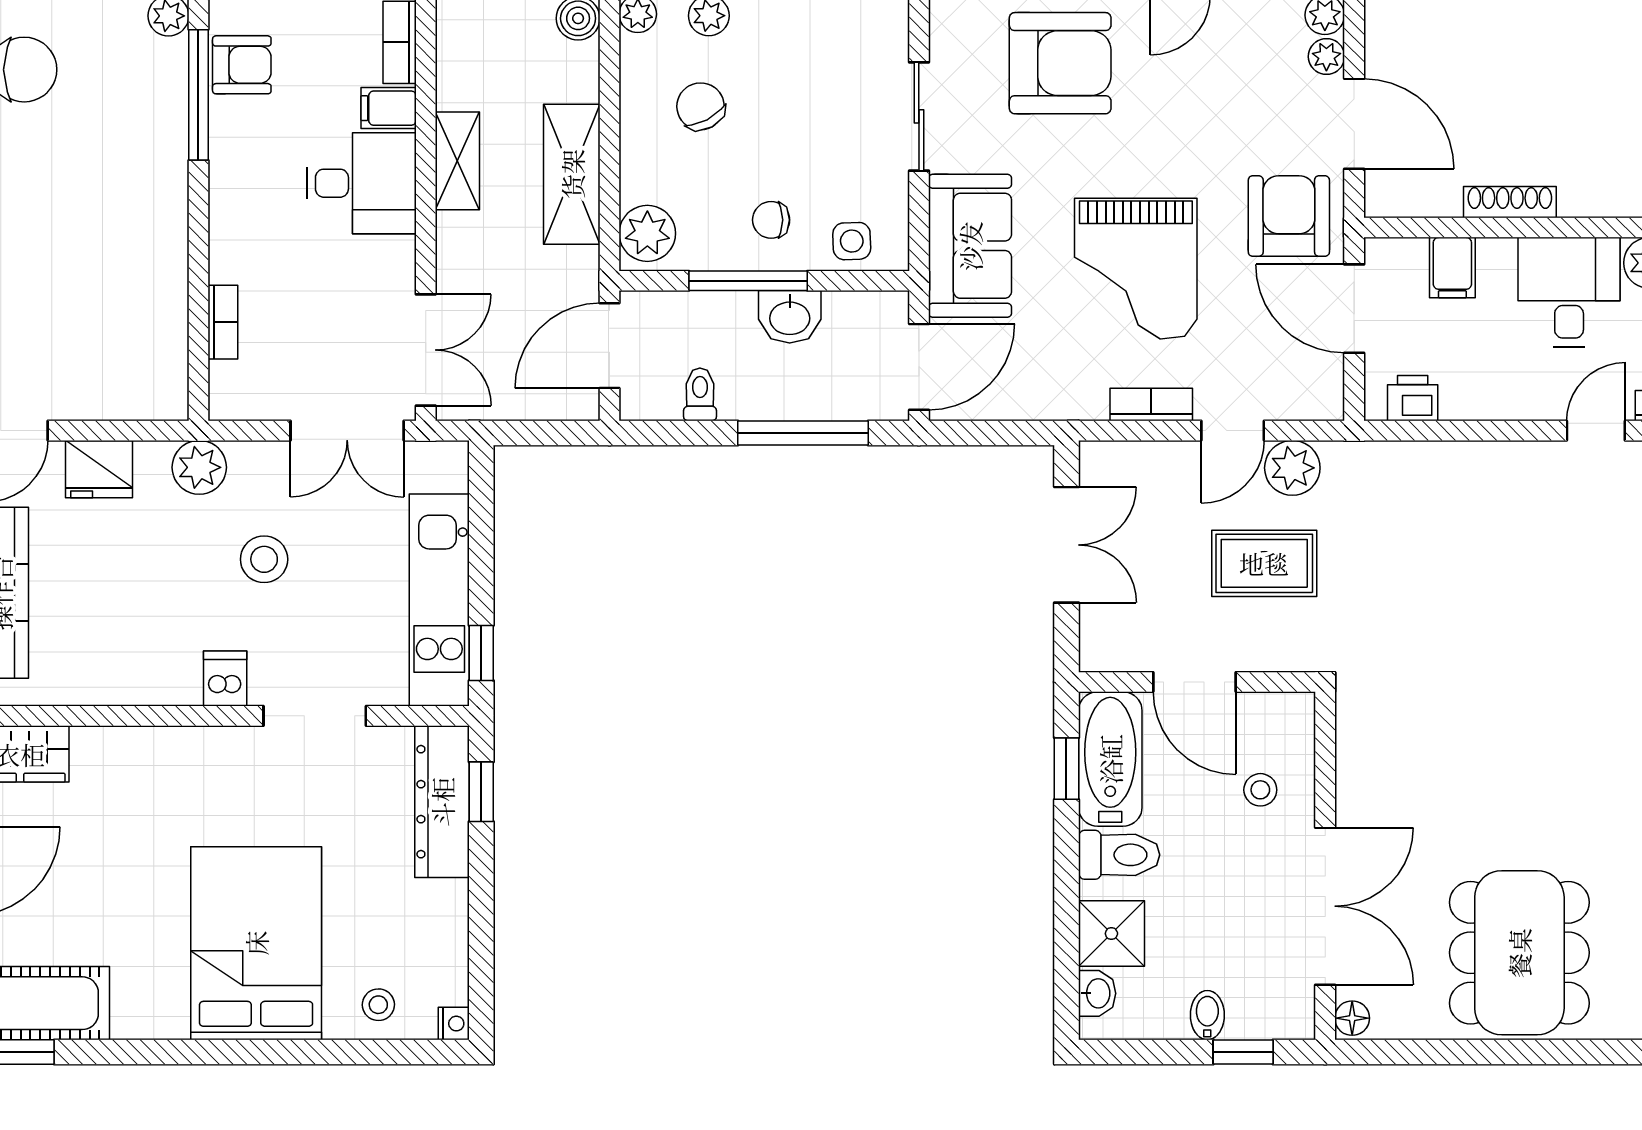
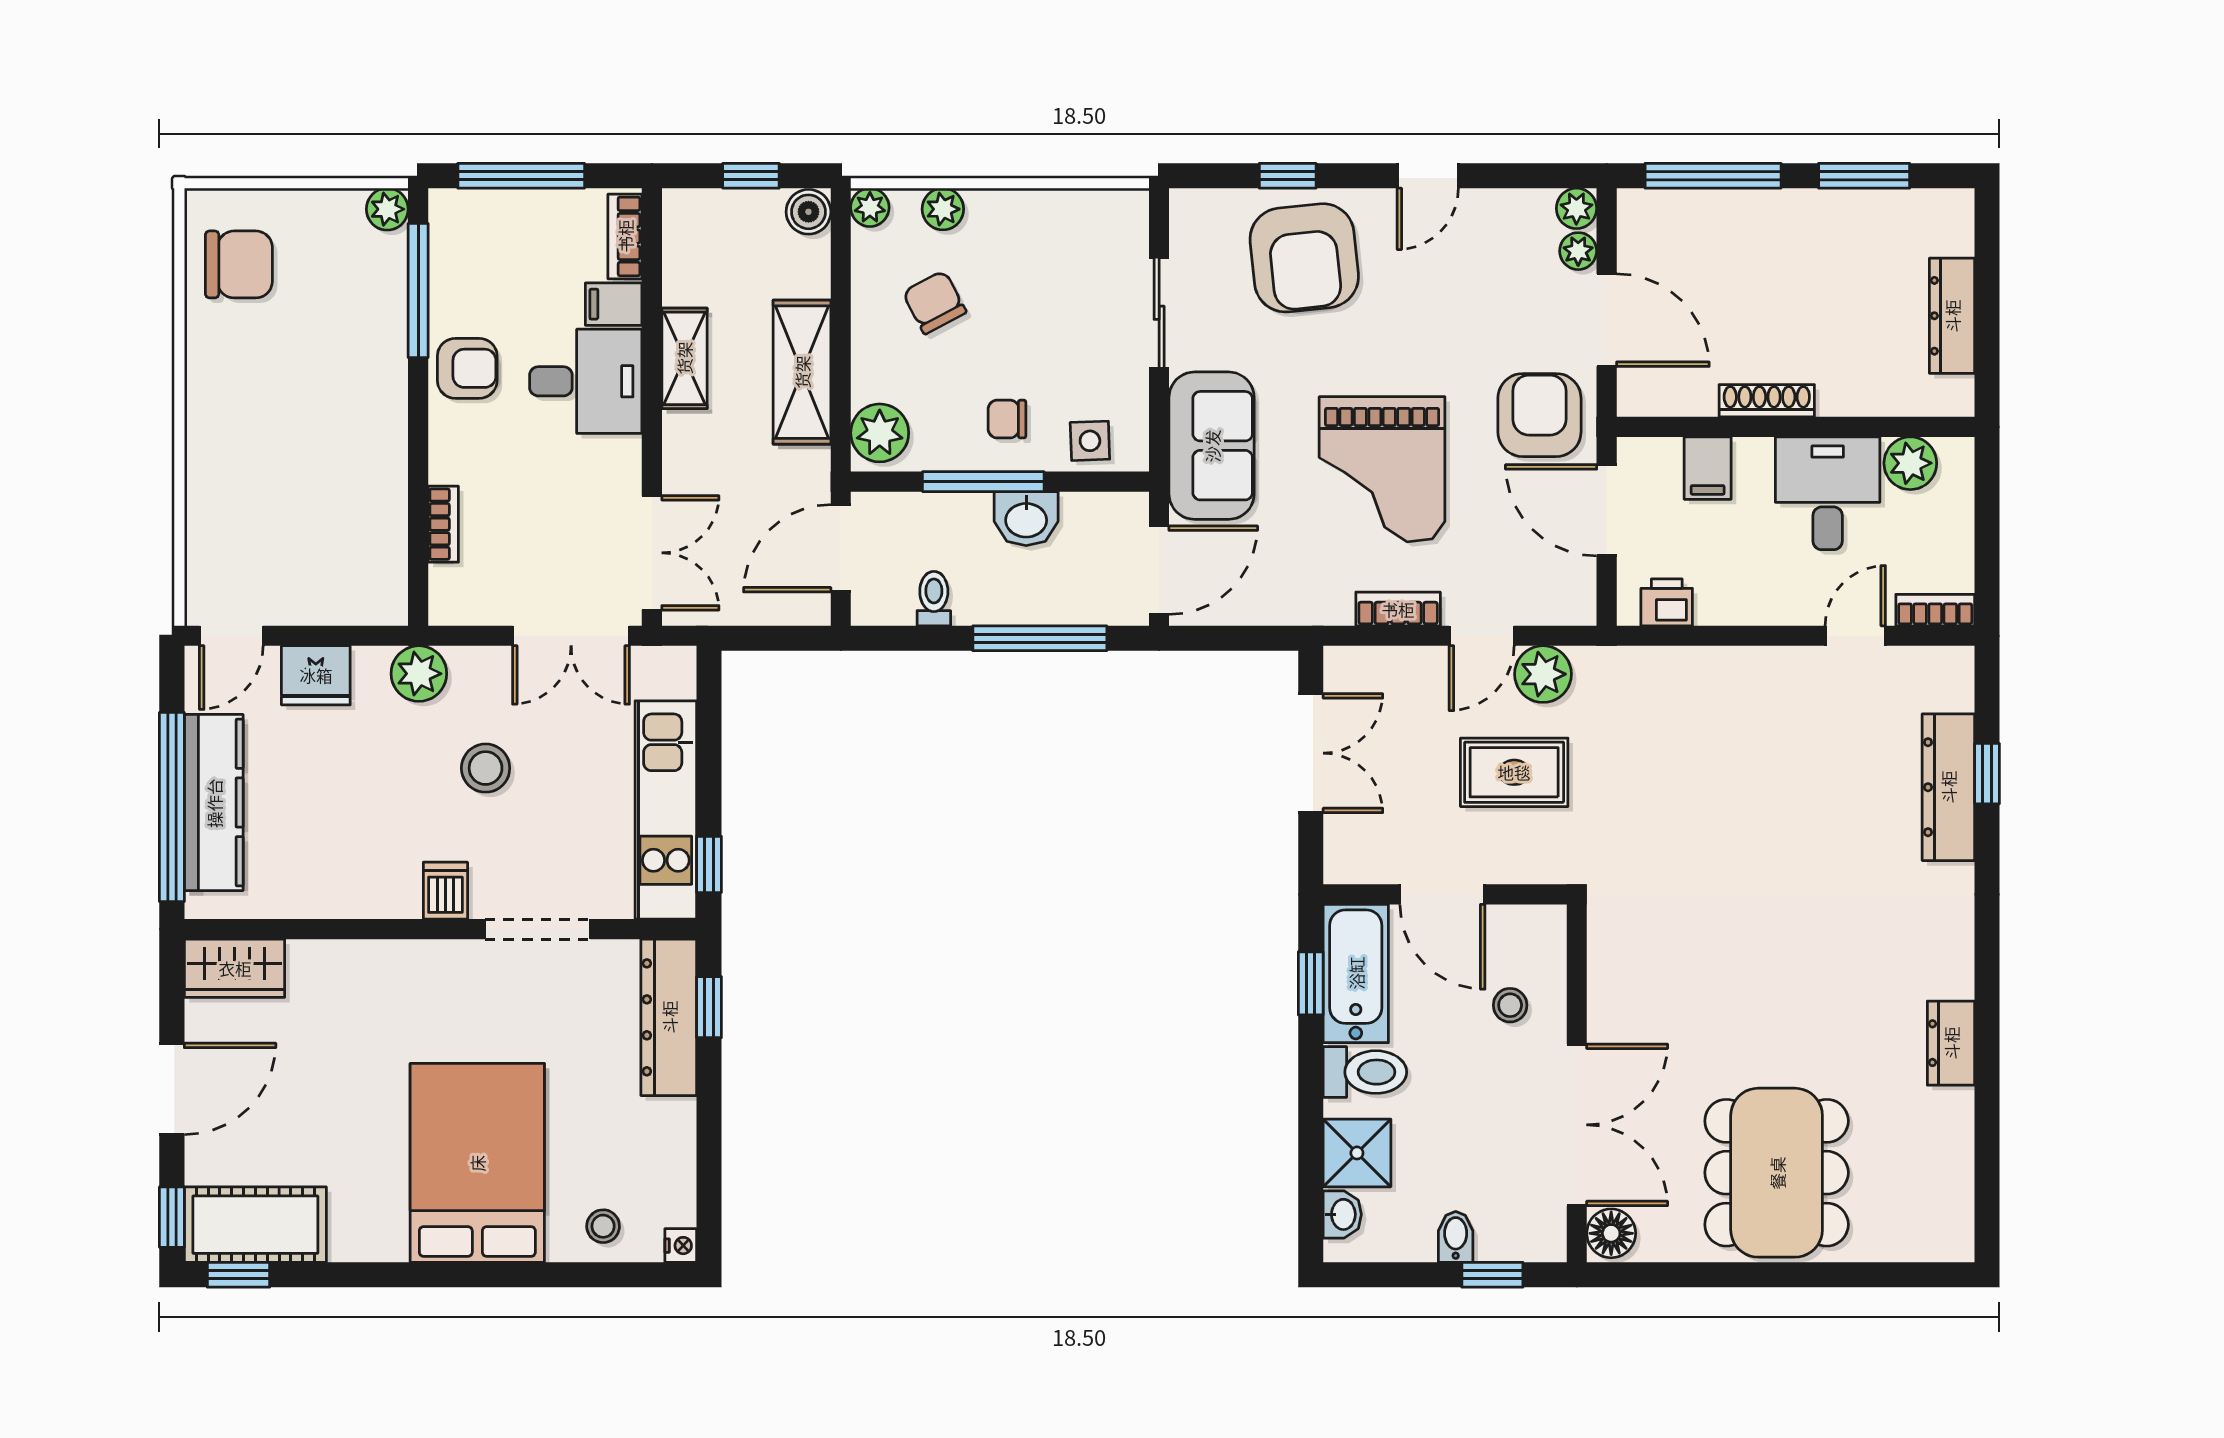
armchair: (1060, 63) -> (1304, 258), turned 84
armchair: (242, 65) -> (467, 368), moved
floor lamp: (1352, 1018) -> (1611, 1233), width x1.37, depth x1.37

